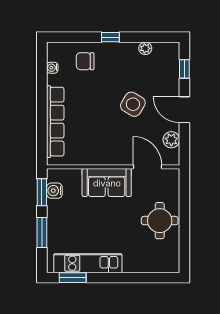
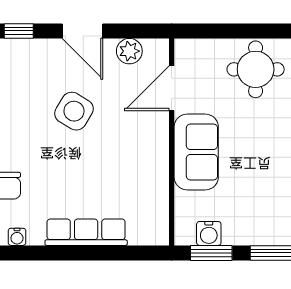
door: (184, 110) -> (83, 31), hinge flipped
row of seats: (55, 122) -> (86, 232), width x0.73

